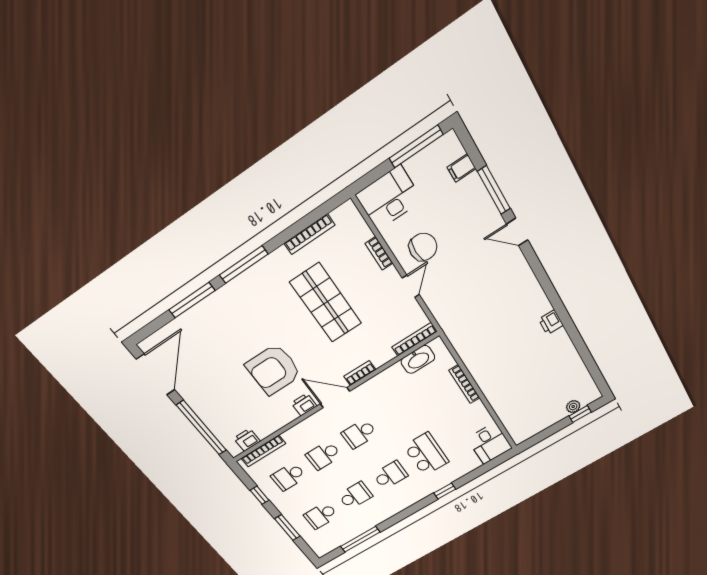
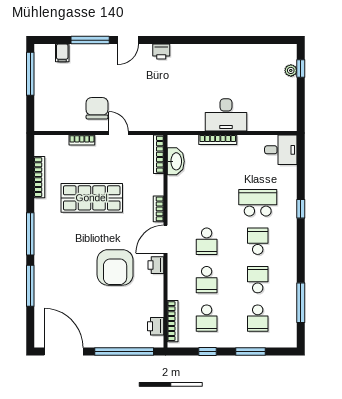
desk: (389, 198) -> (226, 115), moved, turned -90
printer: (551, 322) -> (161, 52), moved

